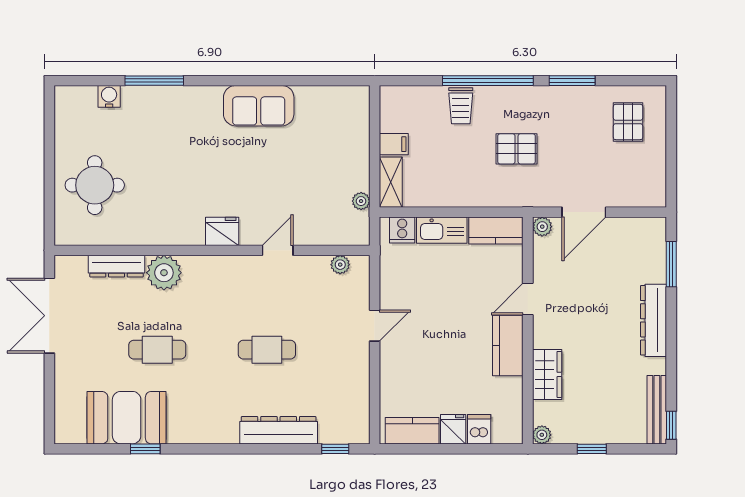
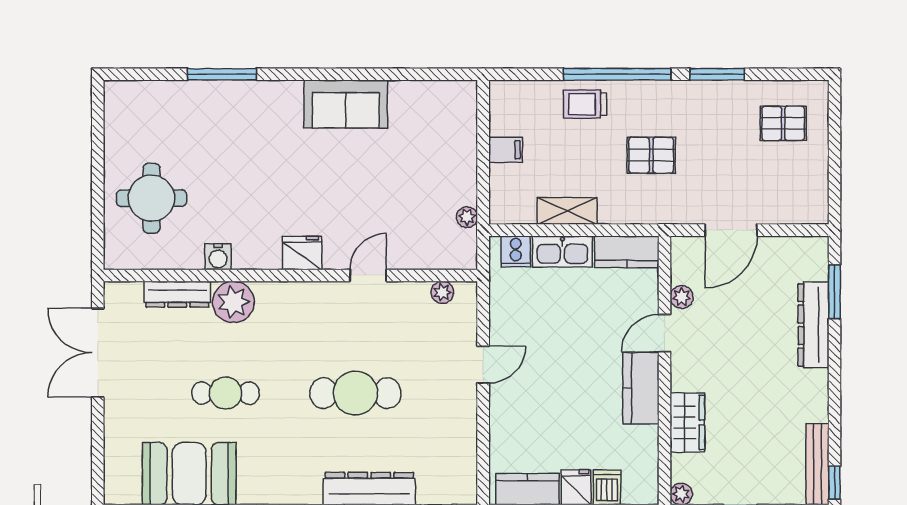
water cooler: (109, 96) -> (218, 257), moved, turned 180
trolley: (461, 106) -> (585, 104), turned 90
pallet: (628, 122) -> (783, 123), turned 90
shelving: (391, 182) -> (567, 211), moved, turned 90
plant: (542, 227) -> (682, 297), moved
dresser: (654, 320) -> (813, 325), moved
cafe table: (267, 350) -> (355, 393), width x1.37, depth x1.35

